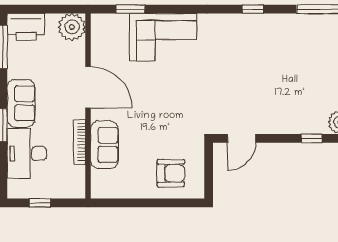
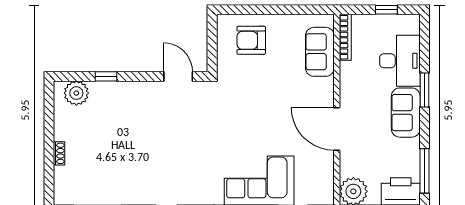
door: (242, 138) -> (178, 76), hinge flipped
bookcase: (80, 142) -> (345, 37), moved
sofa: (104, 145) -> (320, 52), moved

